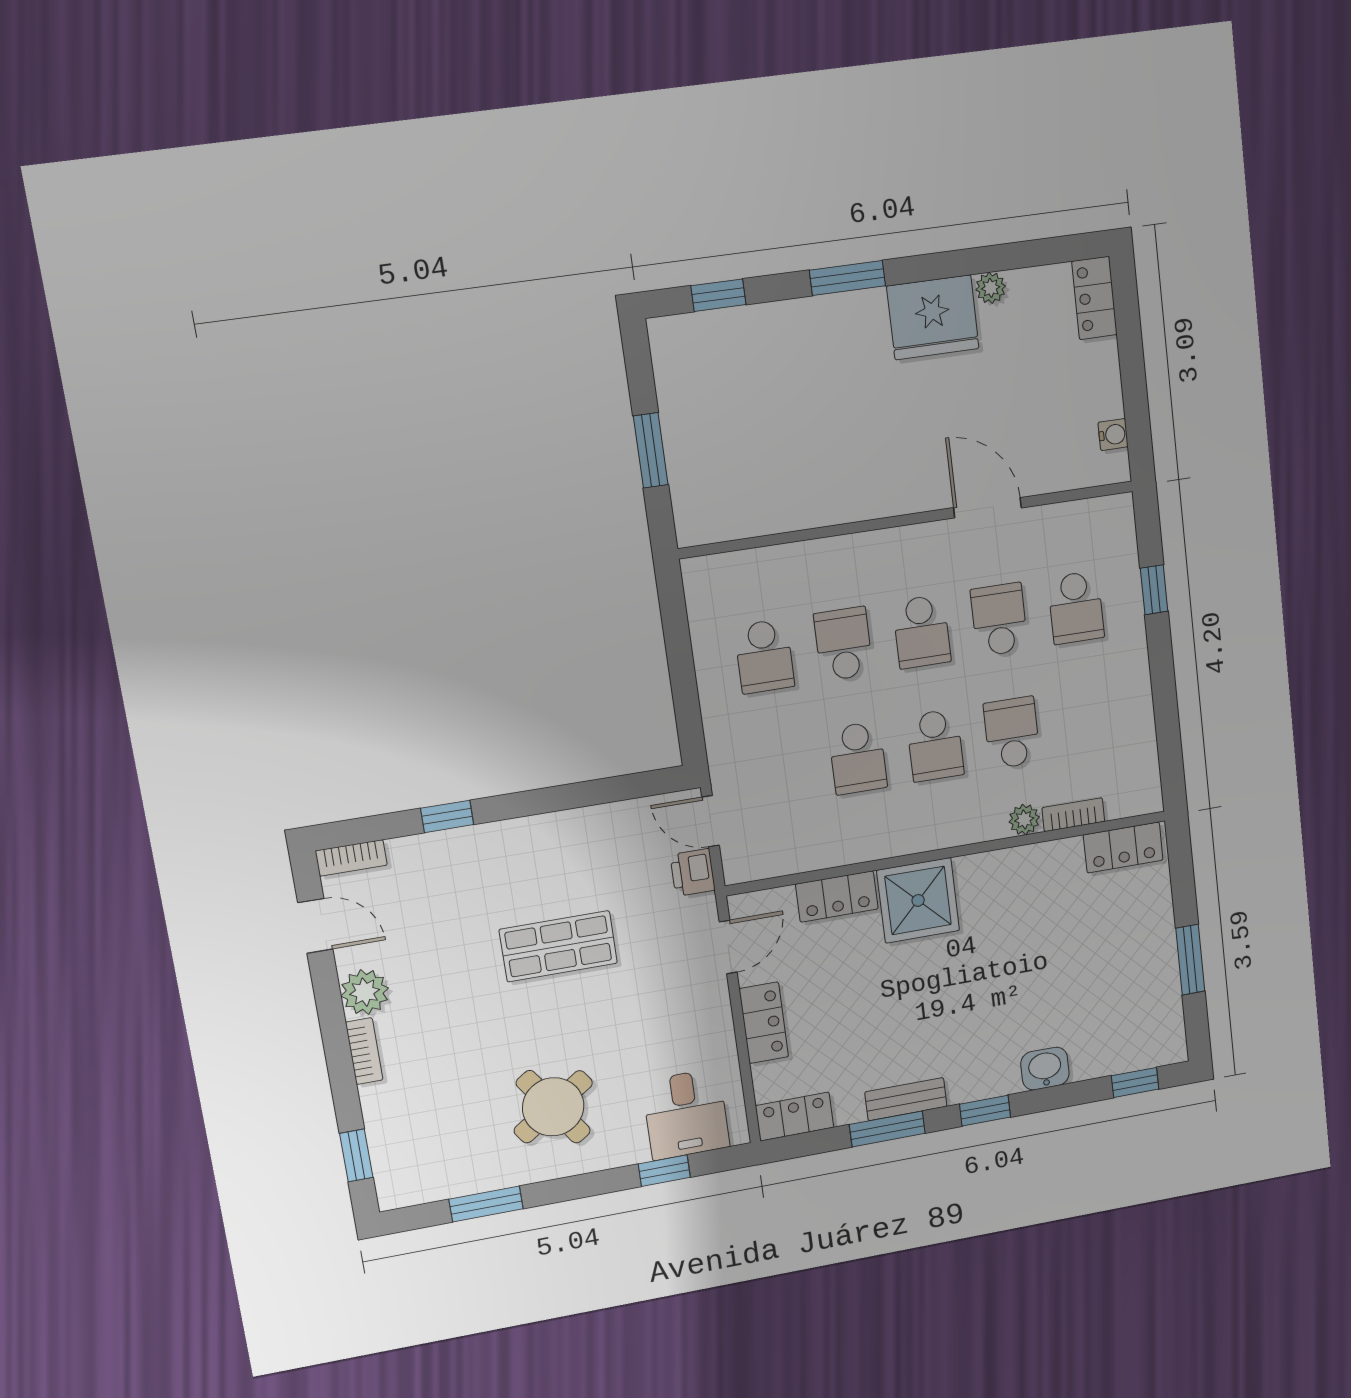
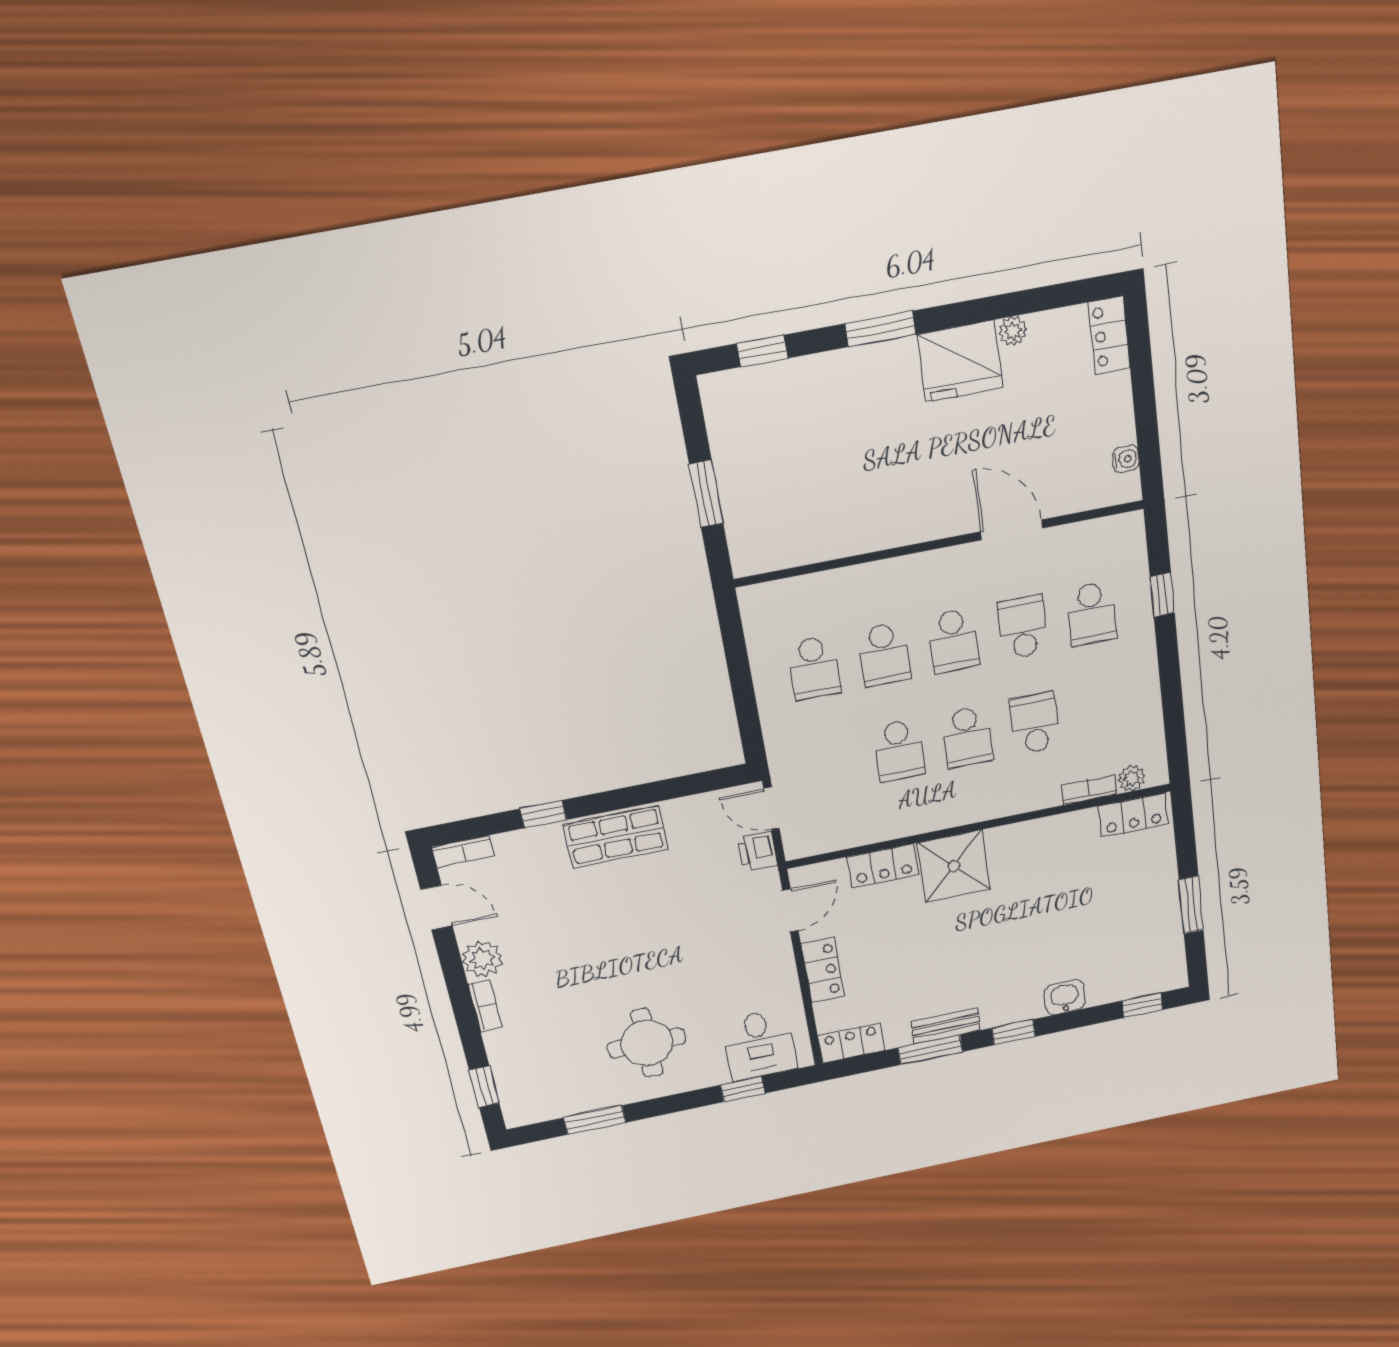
school desk: (843, 644) -> (884, 654), turned 180
plant: (1024, 820) -> (1132, 778), moved
shop shelf: (558, 946) -> (616, 837), moved
round table: (553, 1107) -> (647, 1043), turned 34

